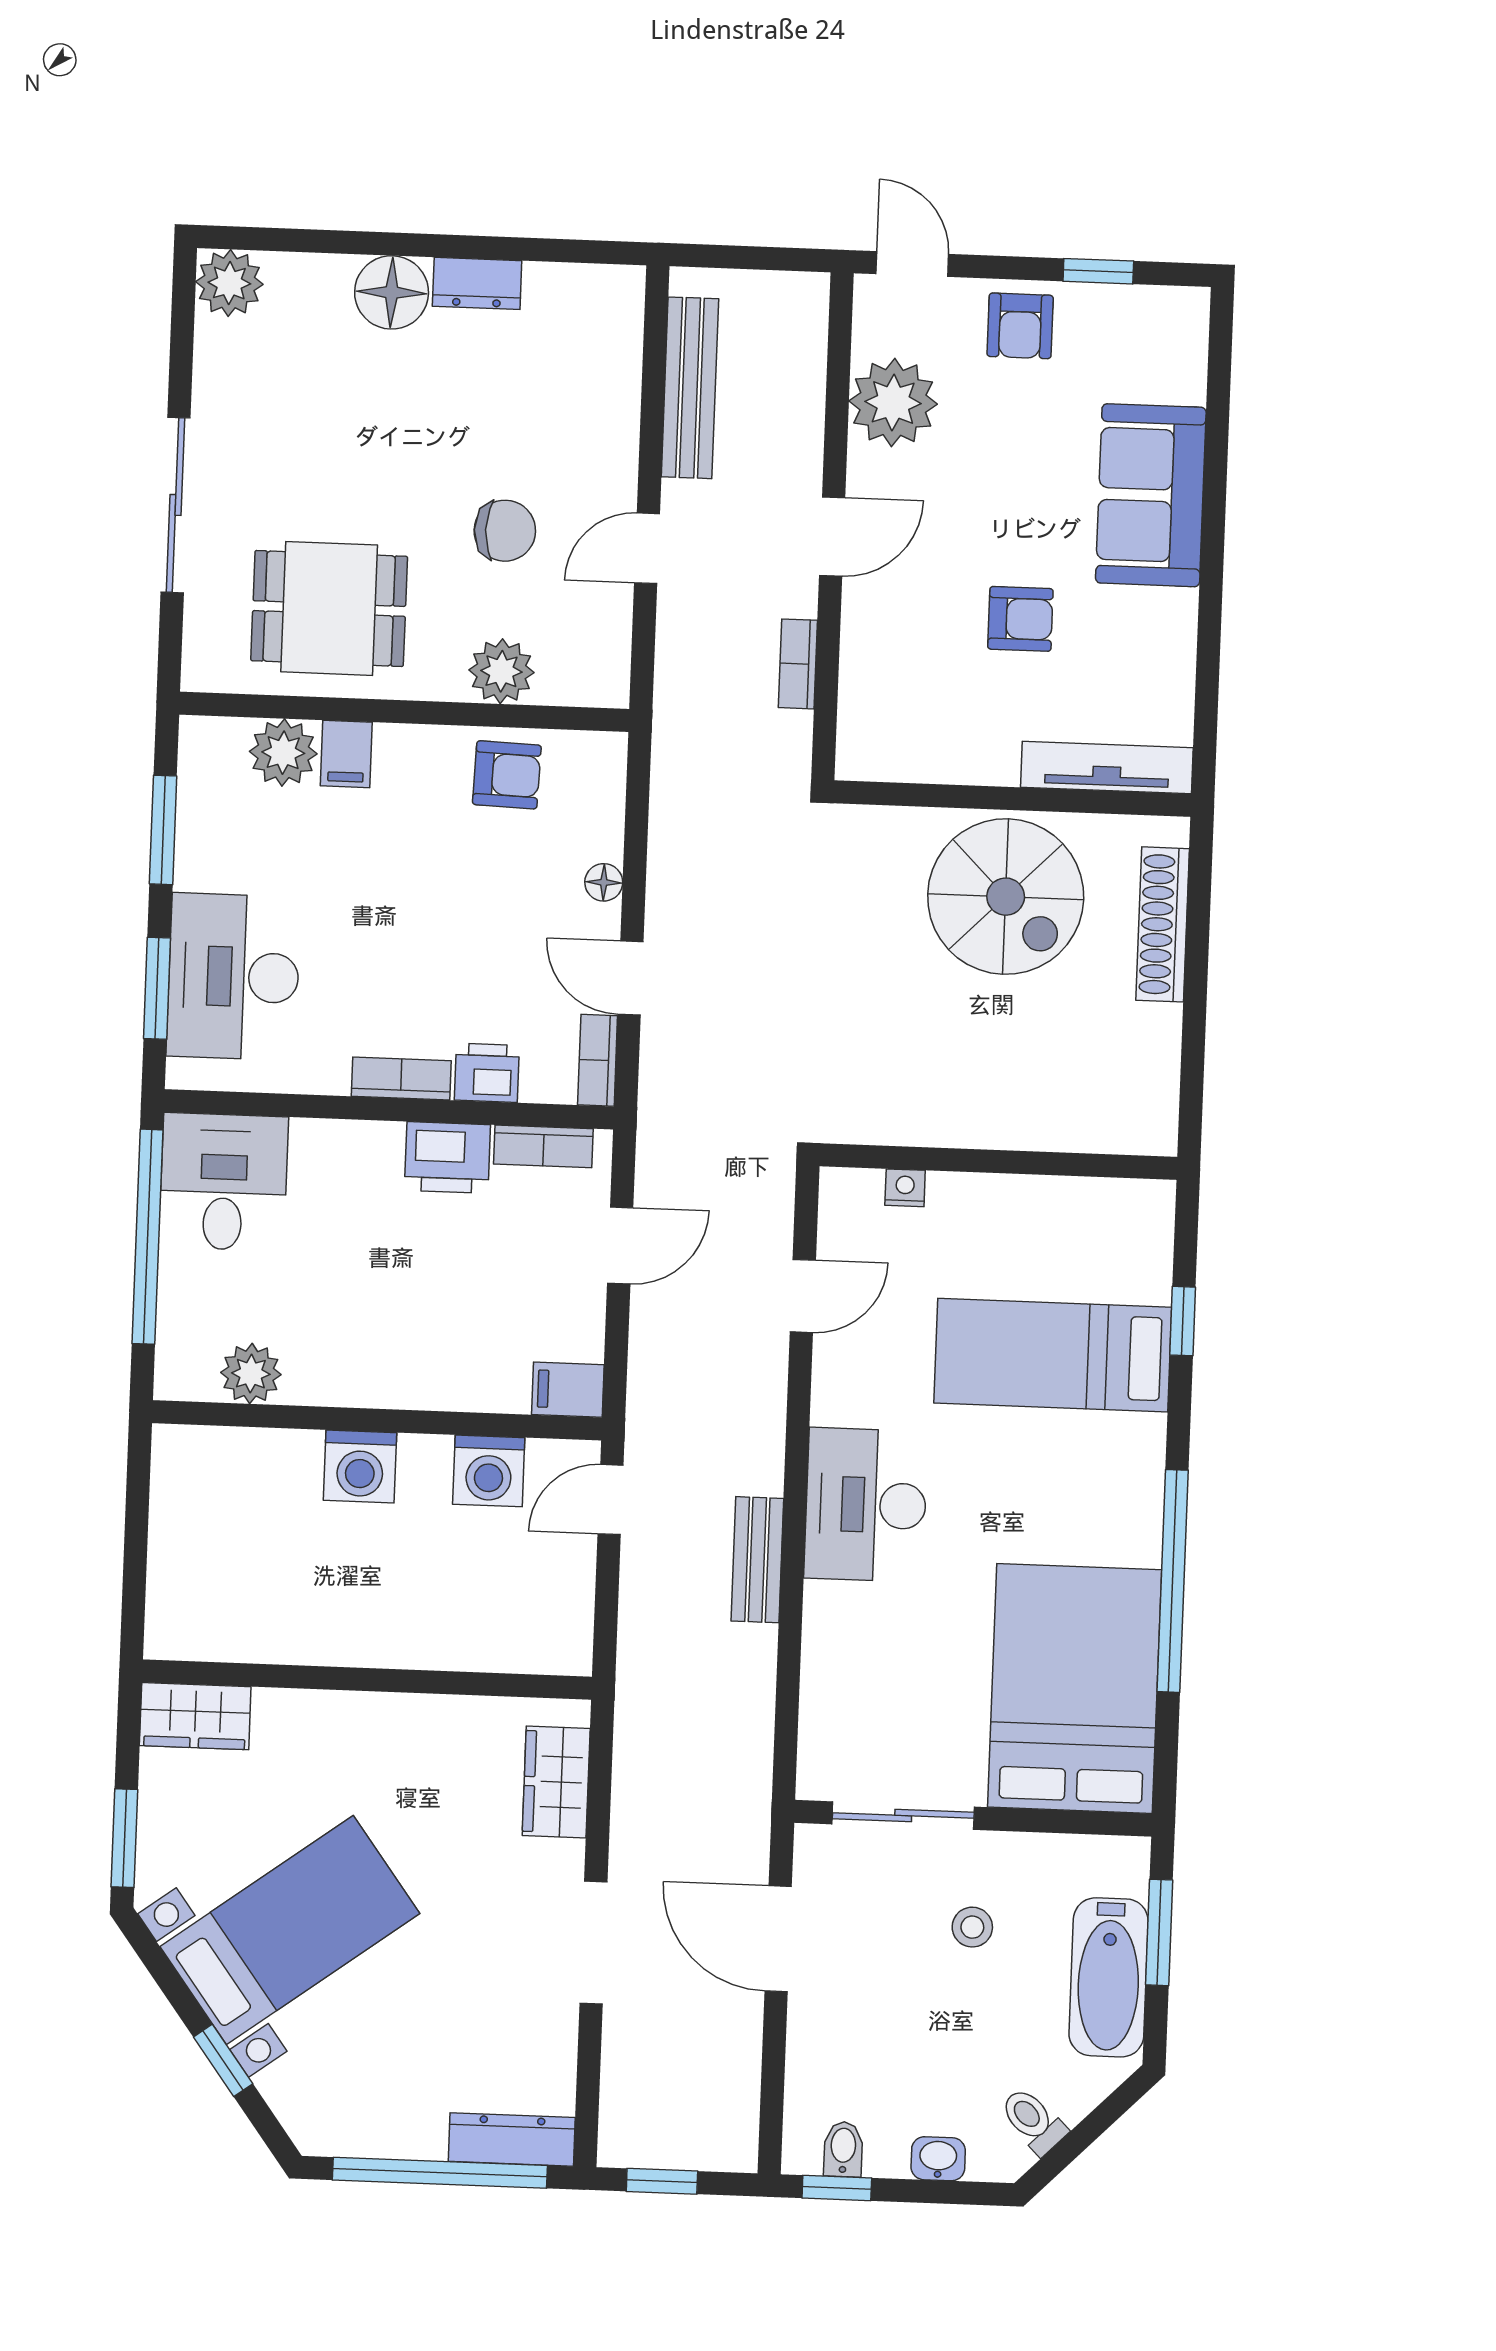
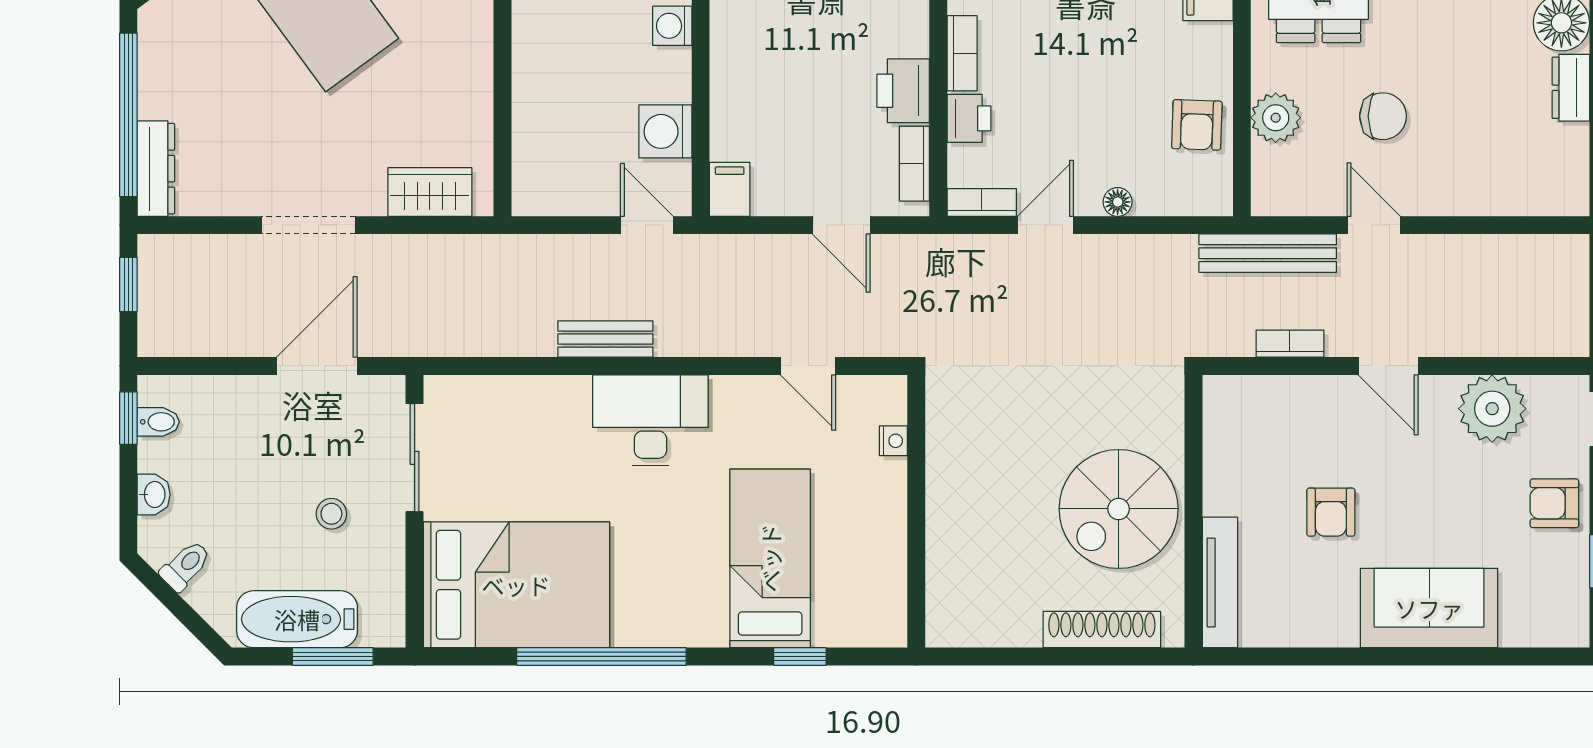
bench: (690, 388) -> (1268, 253), moved
chair: (505, 531) -> (1383, 116), turned -90
washing machine: (360, 1467) -> (672, 26), width x0.73, depth x0.73

